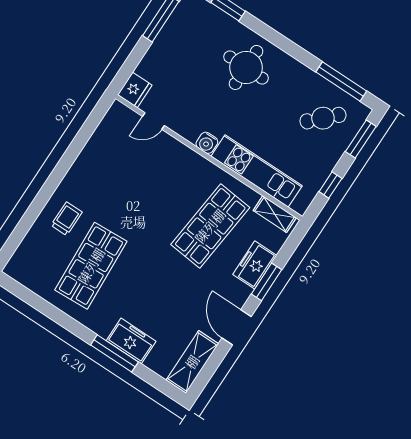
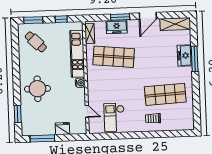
window: (341, 81) -> (15, 45), removed
fridge: (135, 90) -> (62, 129), moved
checkout: (112, 158) -> (114, 117), added

